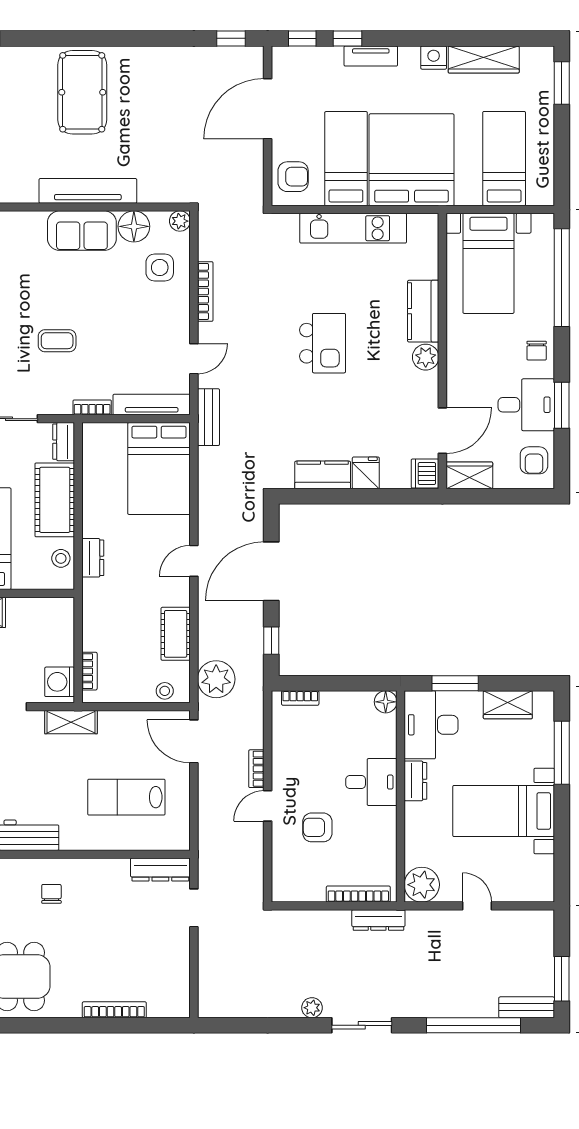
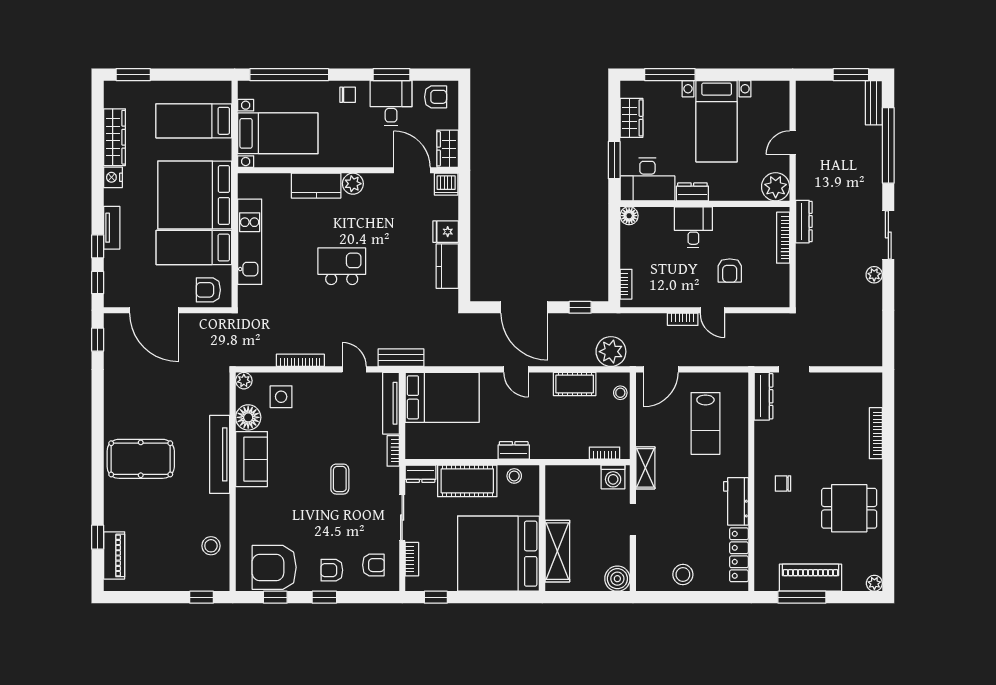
armchair: (293, 177) -> (208, 290), turned -90

